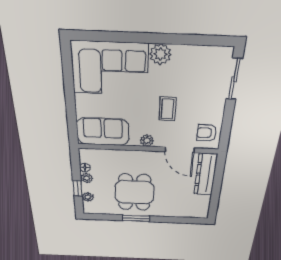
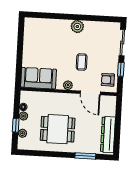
corner sofa: (110, 69) -> (47, 35), removed
window: (228, 119) -> (121, 69), added
dresser: (206, 175) -> (108, 135), moved
dining table: (134, 192) -> (58, 129), turned 90
window: (136, 218) -> (85, 156), moved

